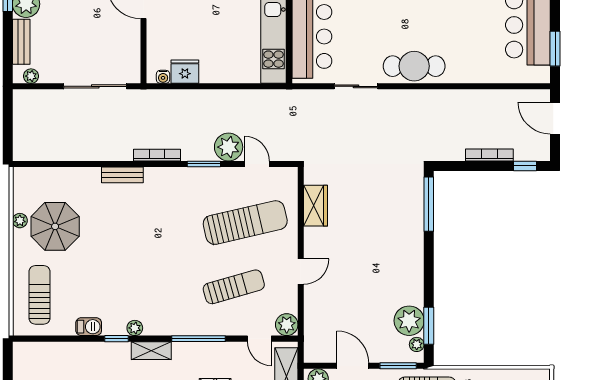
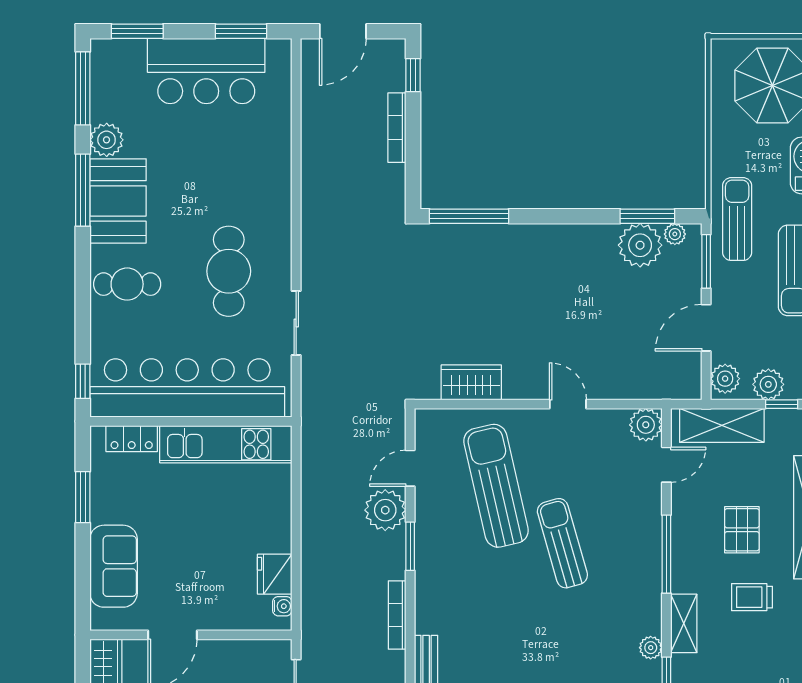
cafe table: (414, 66) -> (229, 271), moved
sun lounger: (234, 287) -> (562, 543), moved

